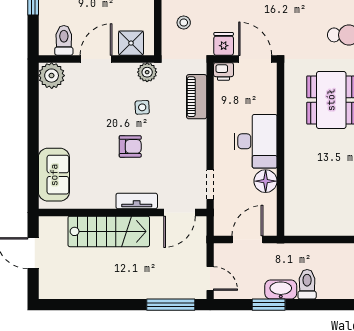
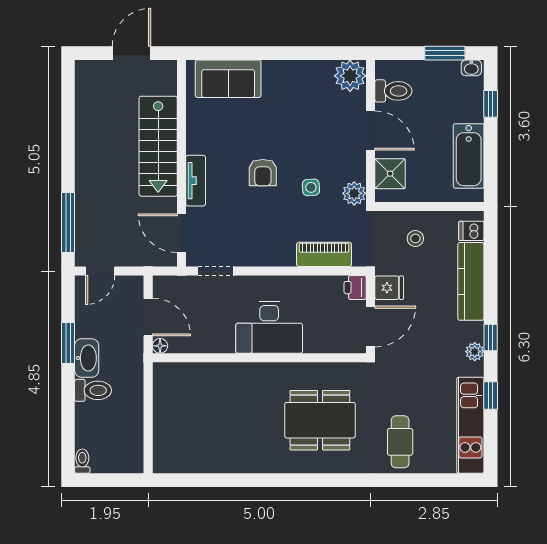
floor lamp: (266, 181) -> (160, 346), moved, width x0.53, depth x0.53

